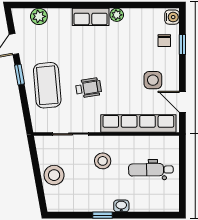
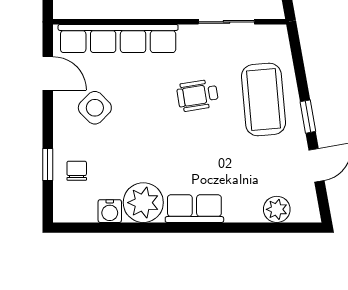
plant: (117, 15) -> (143, 203), width x1.87, depth x1.87
water cooler: (172, 17) -> (110, 211), moved, turned -90
side table: (153, 80) -> (95, 108), turned 45

